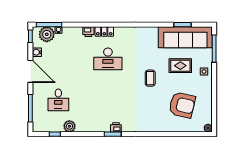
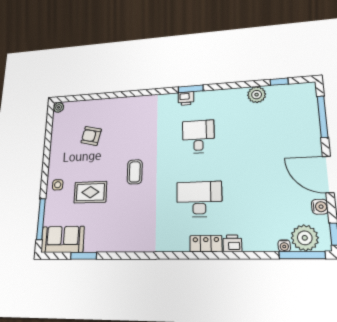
sofa: (185, 37) -> (63, 239), width x0.54, depth x0.79
desk: (58, 100) -> (198, 137), moved
armchair: (182, 105) -> (91, 136), width x0.53, depth x0.53

